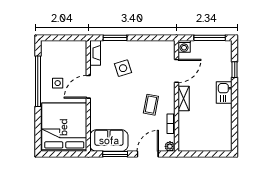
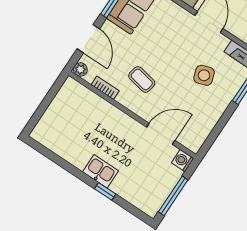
window: (235, 70) -> (105, 191), moved
door: (176, 71) -> (161, 134), swing flipped
shelving: (184, 99) -> (124, 121), removed

